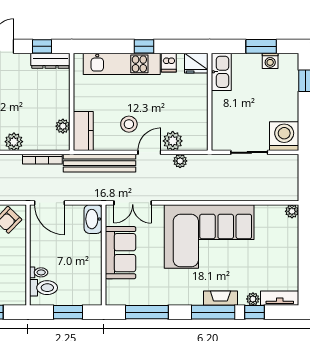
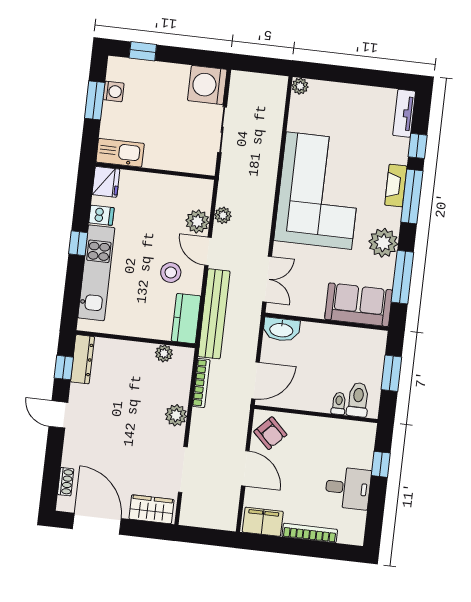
kitchen counter: (83, 131) -> (186, 319), moved, turned -90
sofa: (120, 253) -> (359, 305), moved
plant: (253, 299) -> (383, 243), moved, width x1.88, depth x1.88

